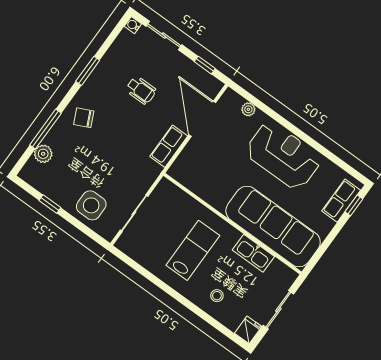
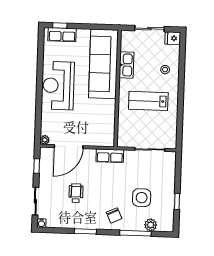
plant: (248, 109) -> (45, 140), moved
row of seats: (169, 146) -> (110, 156), moved
side table: (91, 205) -> (142, 198), moved

